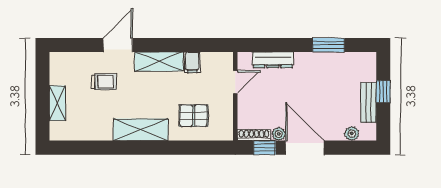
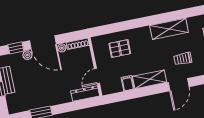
dresser: (273, 60) -> (85, 94), moved
shelving: (141, 130) -> (169, 29), moved
plant: (352, 134) -> (27, 55), moved
window: (265, 148) -> (16, 48), moved

